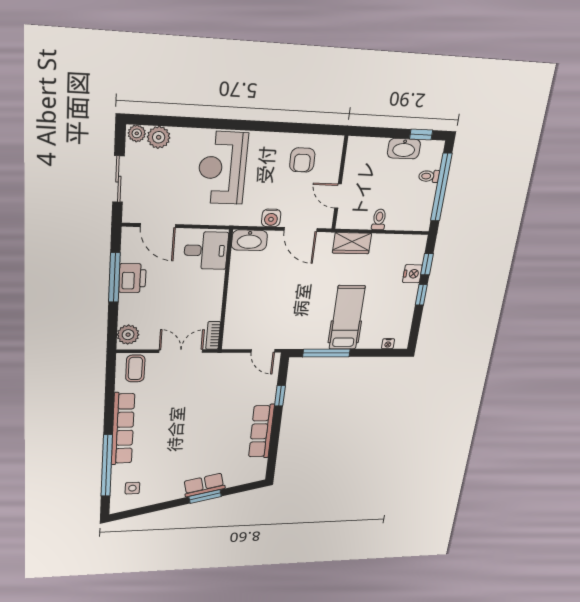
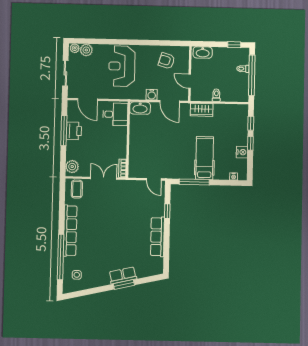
washbasin: (404, 149) -> (203, 52), moved
armchair: (302, 160) -> (167, 61), turned 106
nightstand: (412, 274) -> (242, 152), moved

